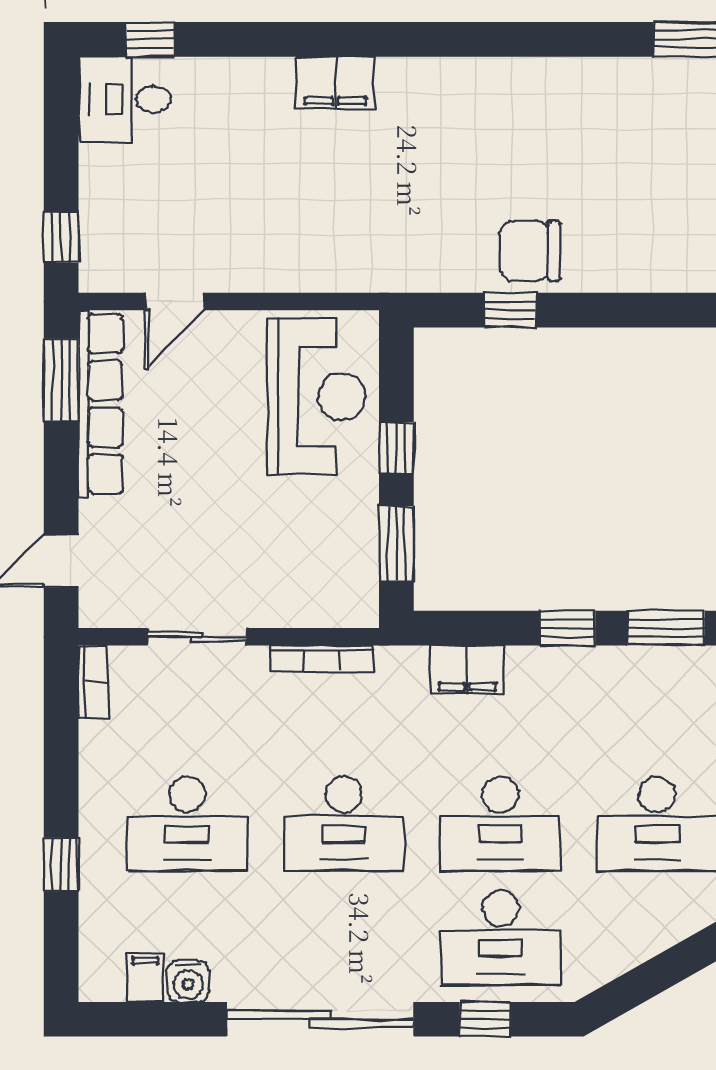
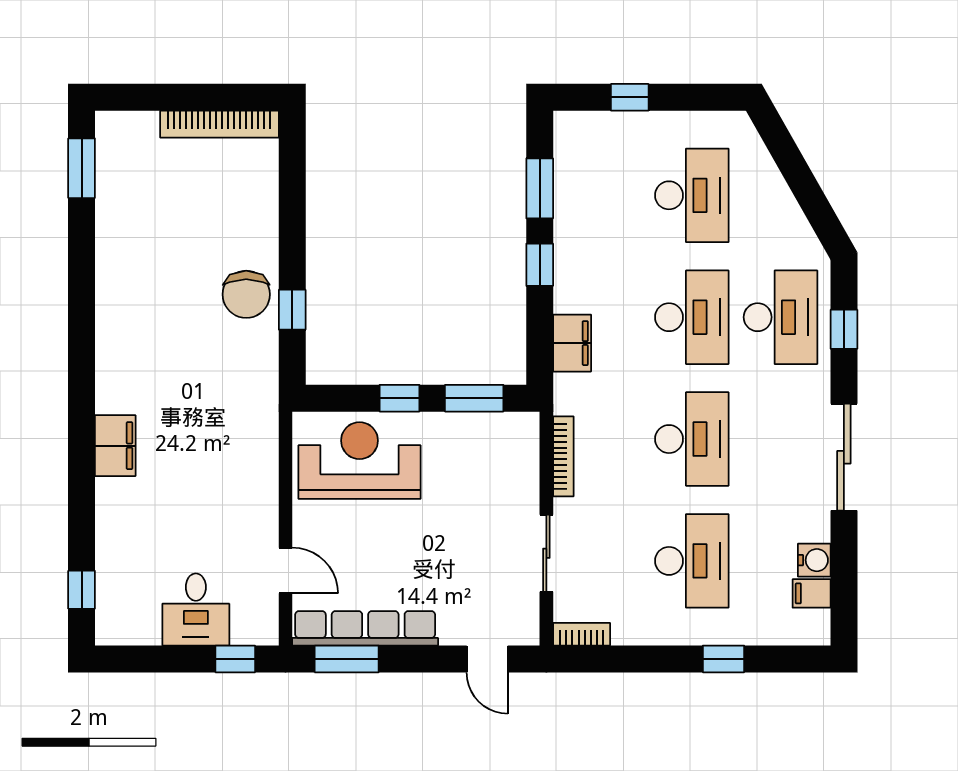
desk: (125, 100) -> (196, 609), moved
sliding door: (320, 1019) -> (844, 457), width x0.73

